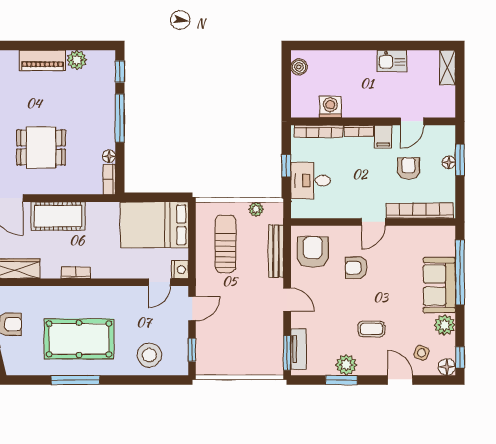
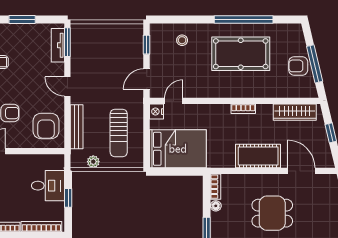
stool: (149, 355) -> (182, 40), width x0.53, depth x0.53
plant: (346, 365) -> (18, 32), removed
window: (75, 380) -> (244, 20), width x1.46

